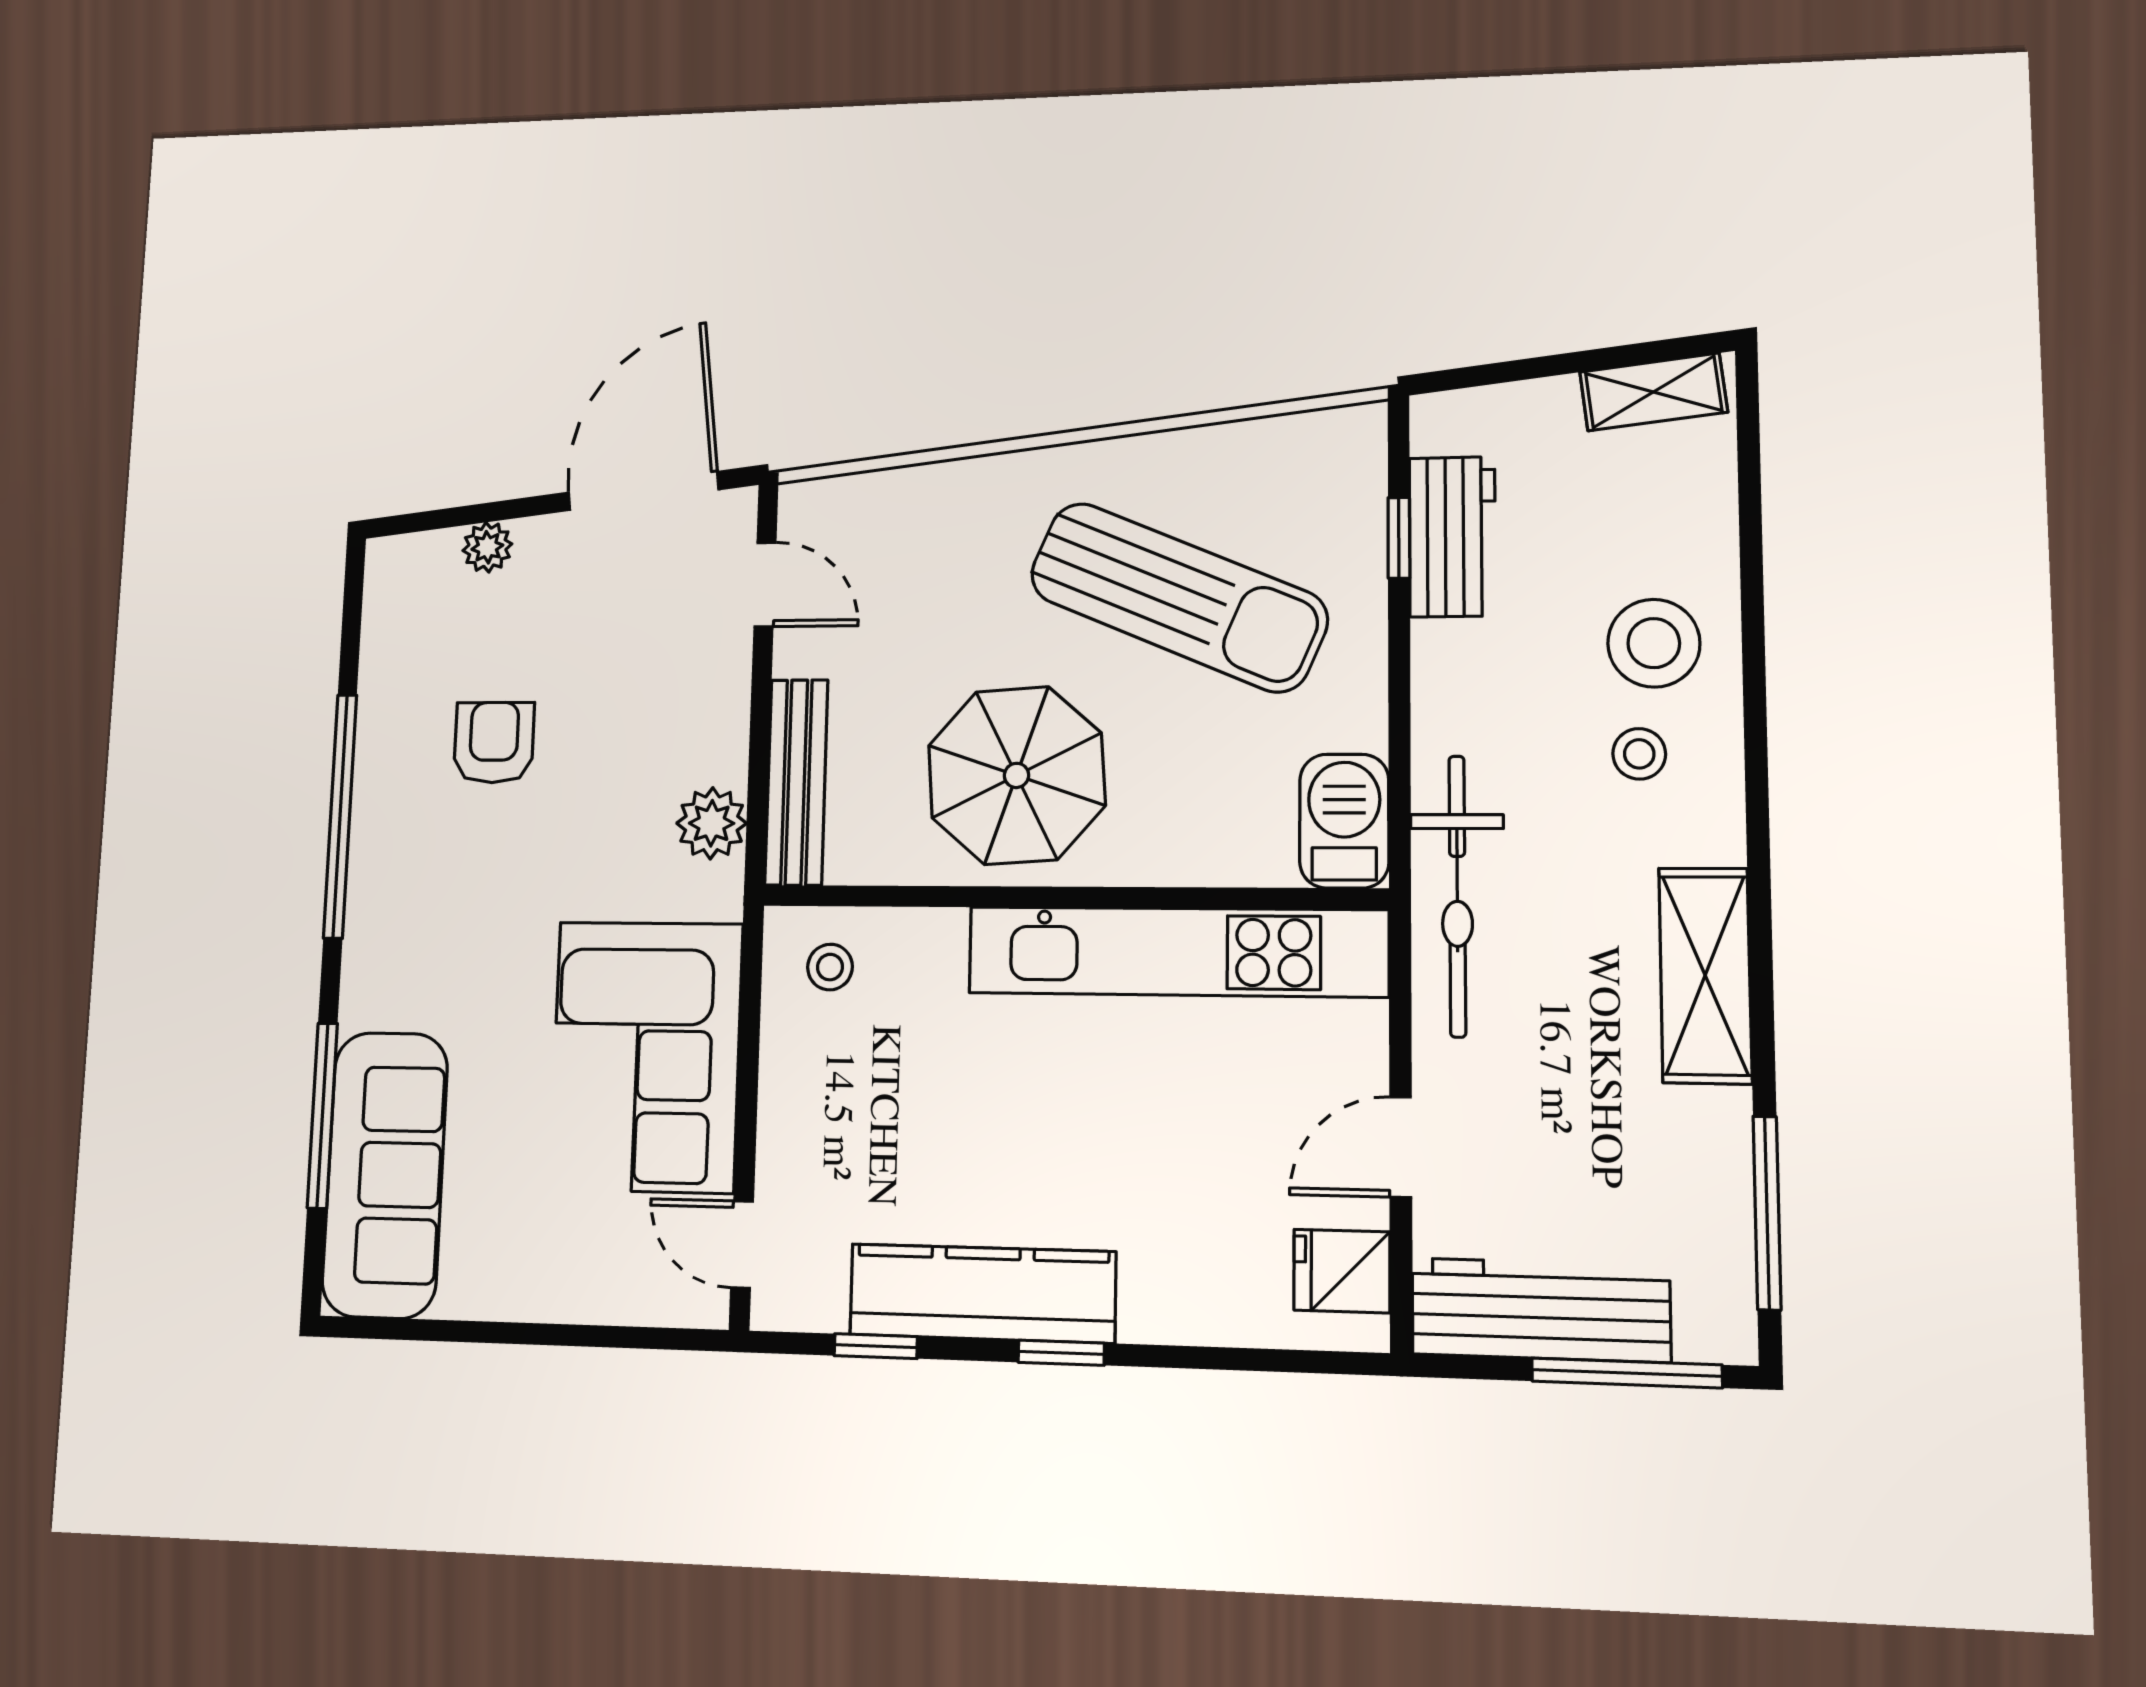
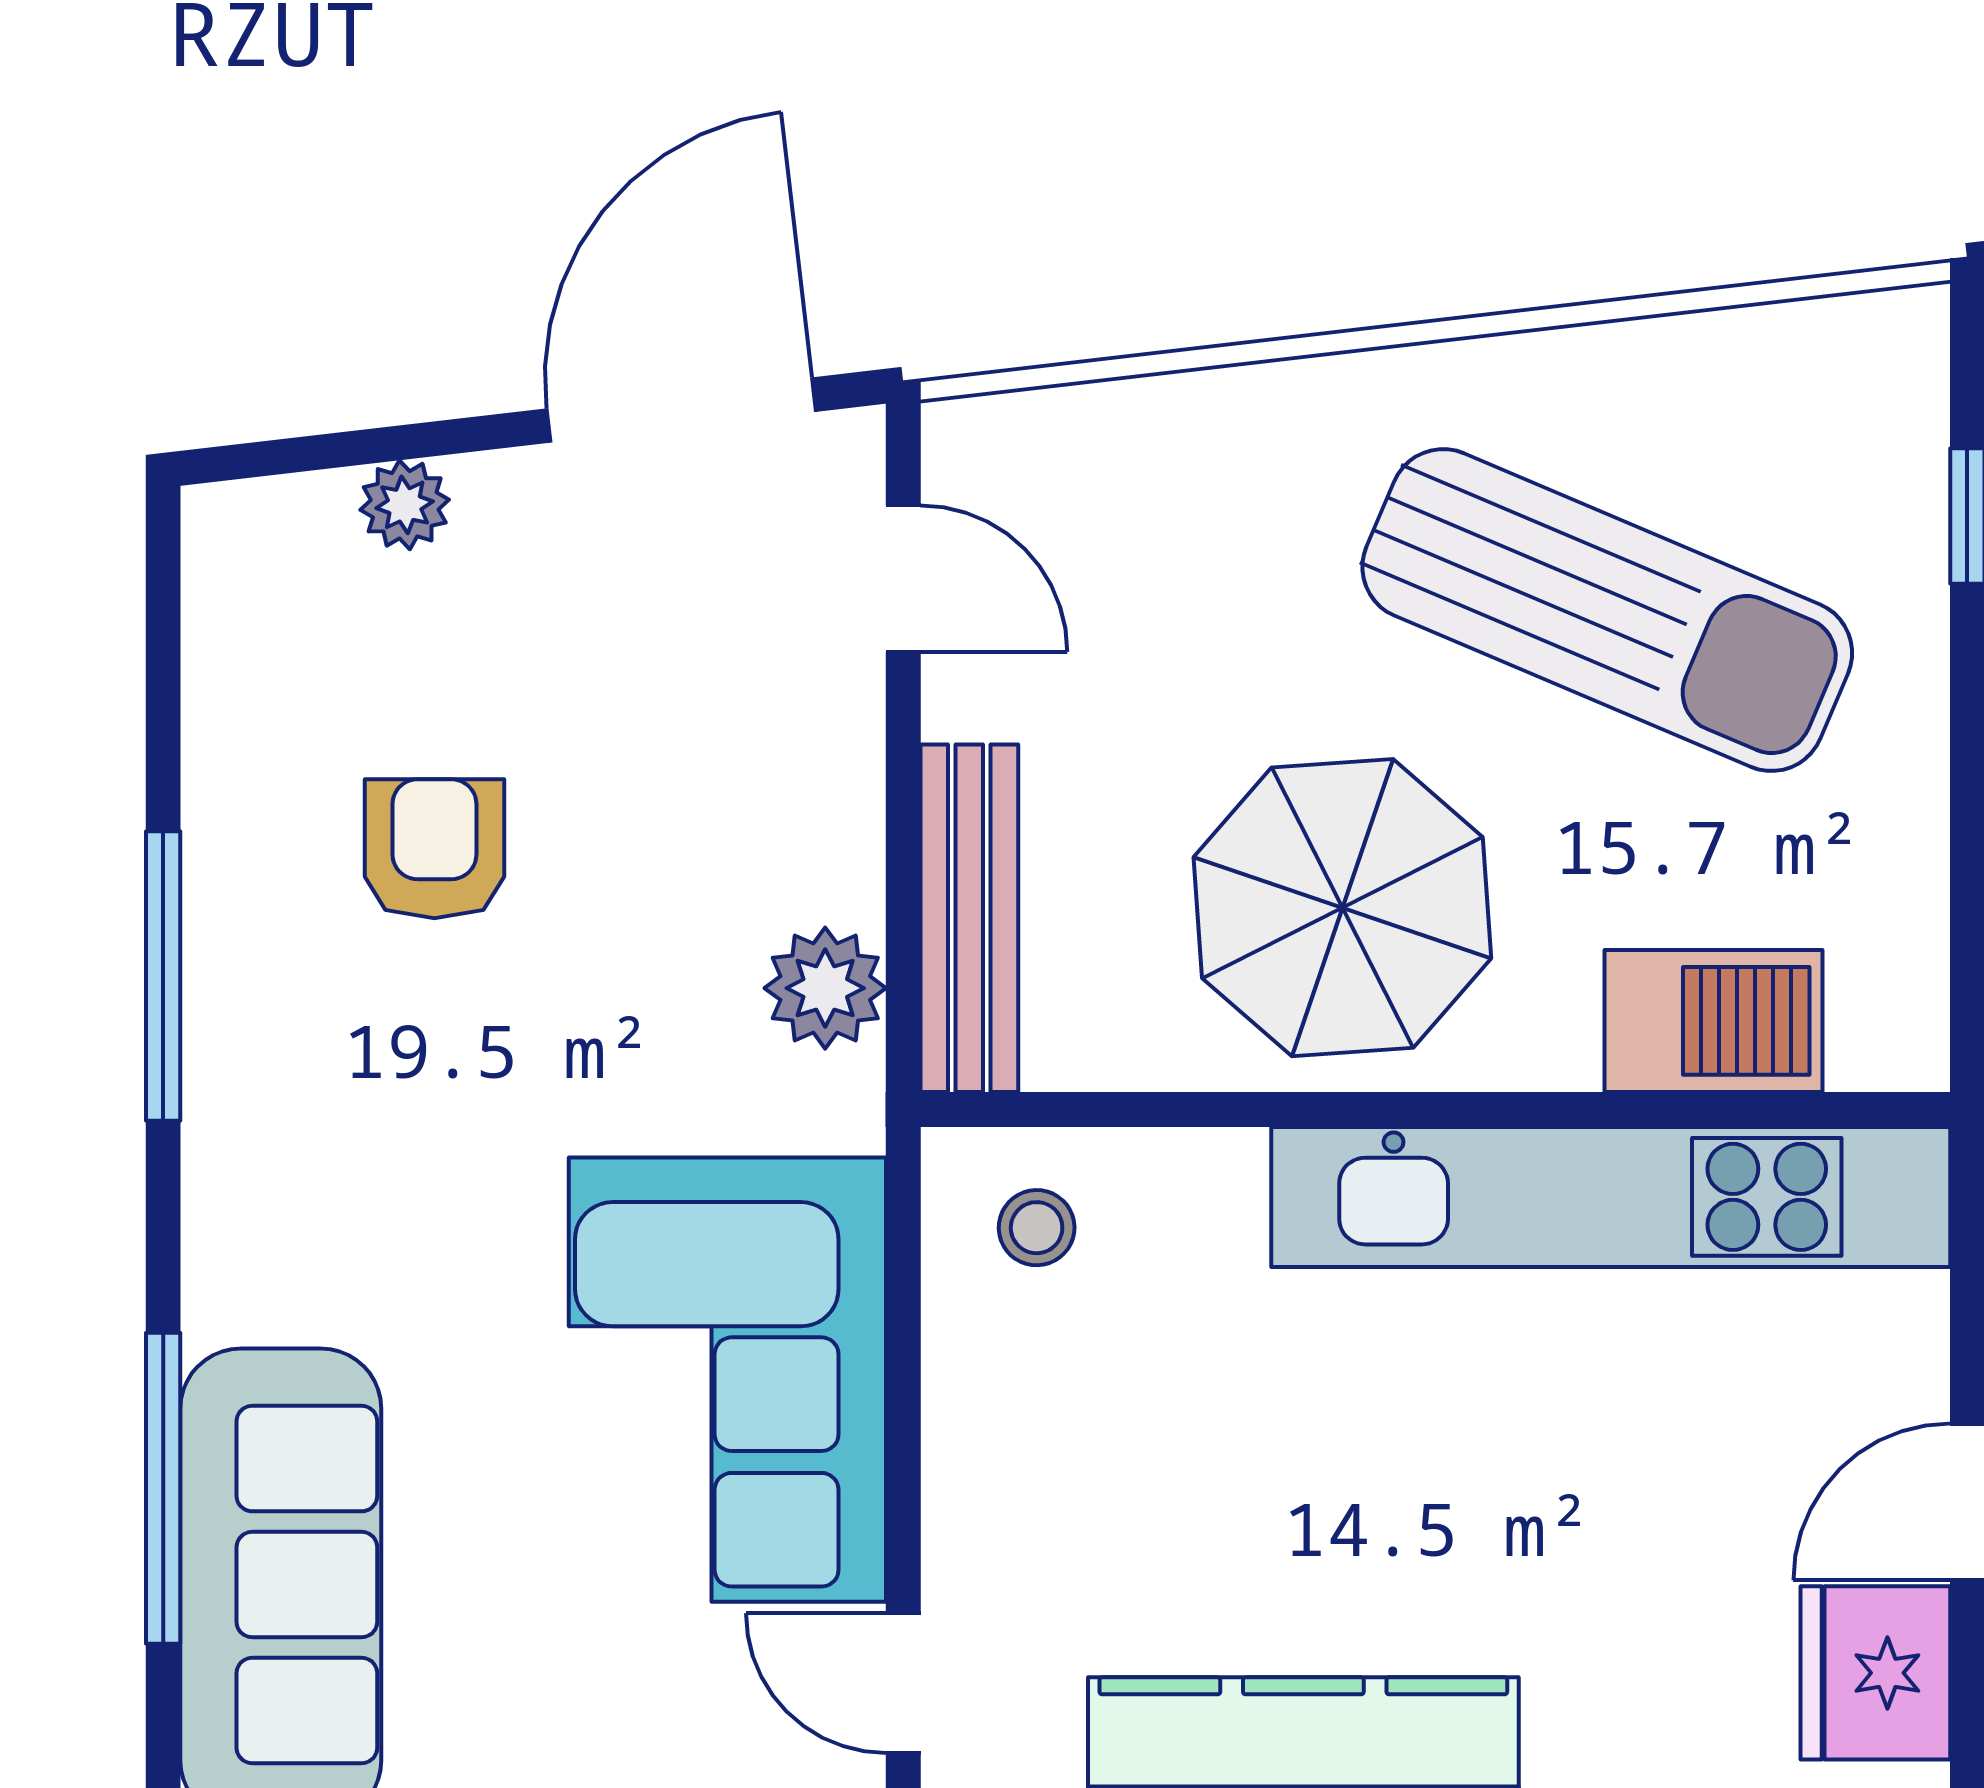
window: (340, 816) -> (163, 976), width x0.68
barbecue: (1344, 821) -> (1714, 1021), moved, turned 90
fridge: (1342, 1271) -> (1875, 1673), width x1.38

